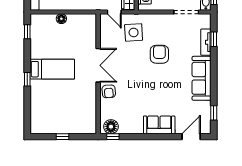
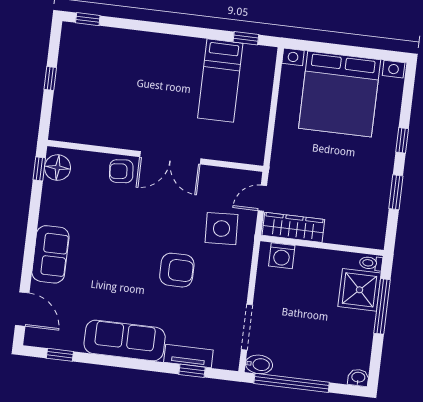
floor lamp: (61, 19) -> (262, 102), removed
bed: (52, 69) -> (220, 81), moved
window: (27, 79) -> (88, 19), moved

